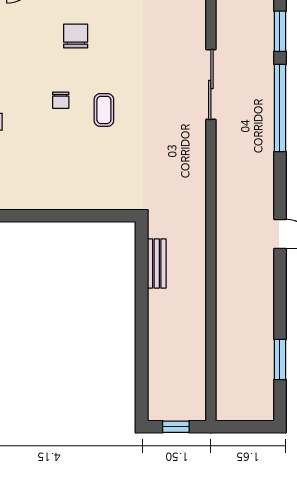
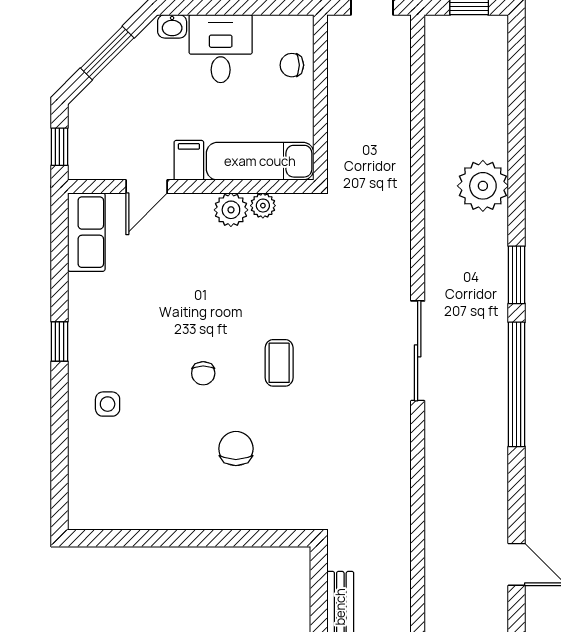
chair: (76, 36) -> (236, 449), moved
coffee table: (104, 110) -> (279, 363), moved

